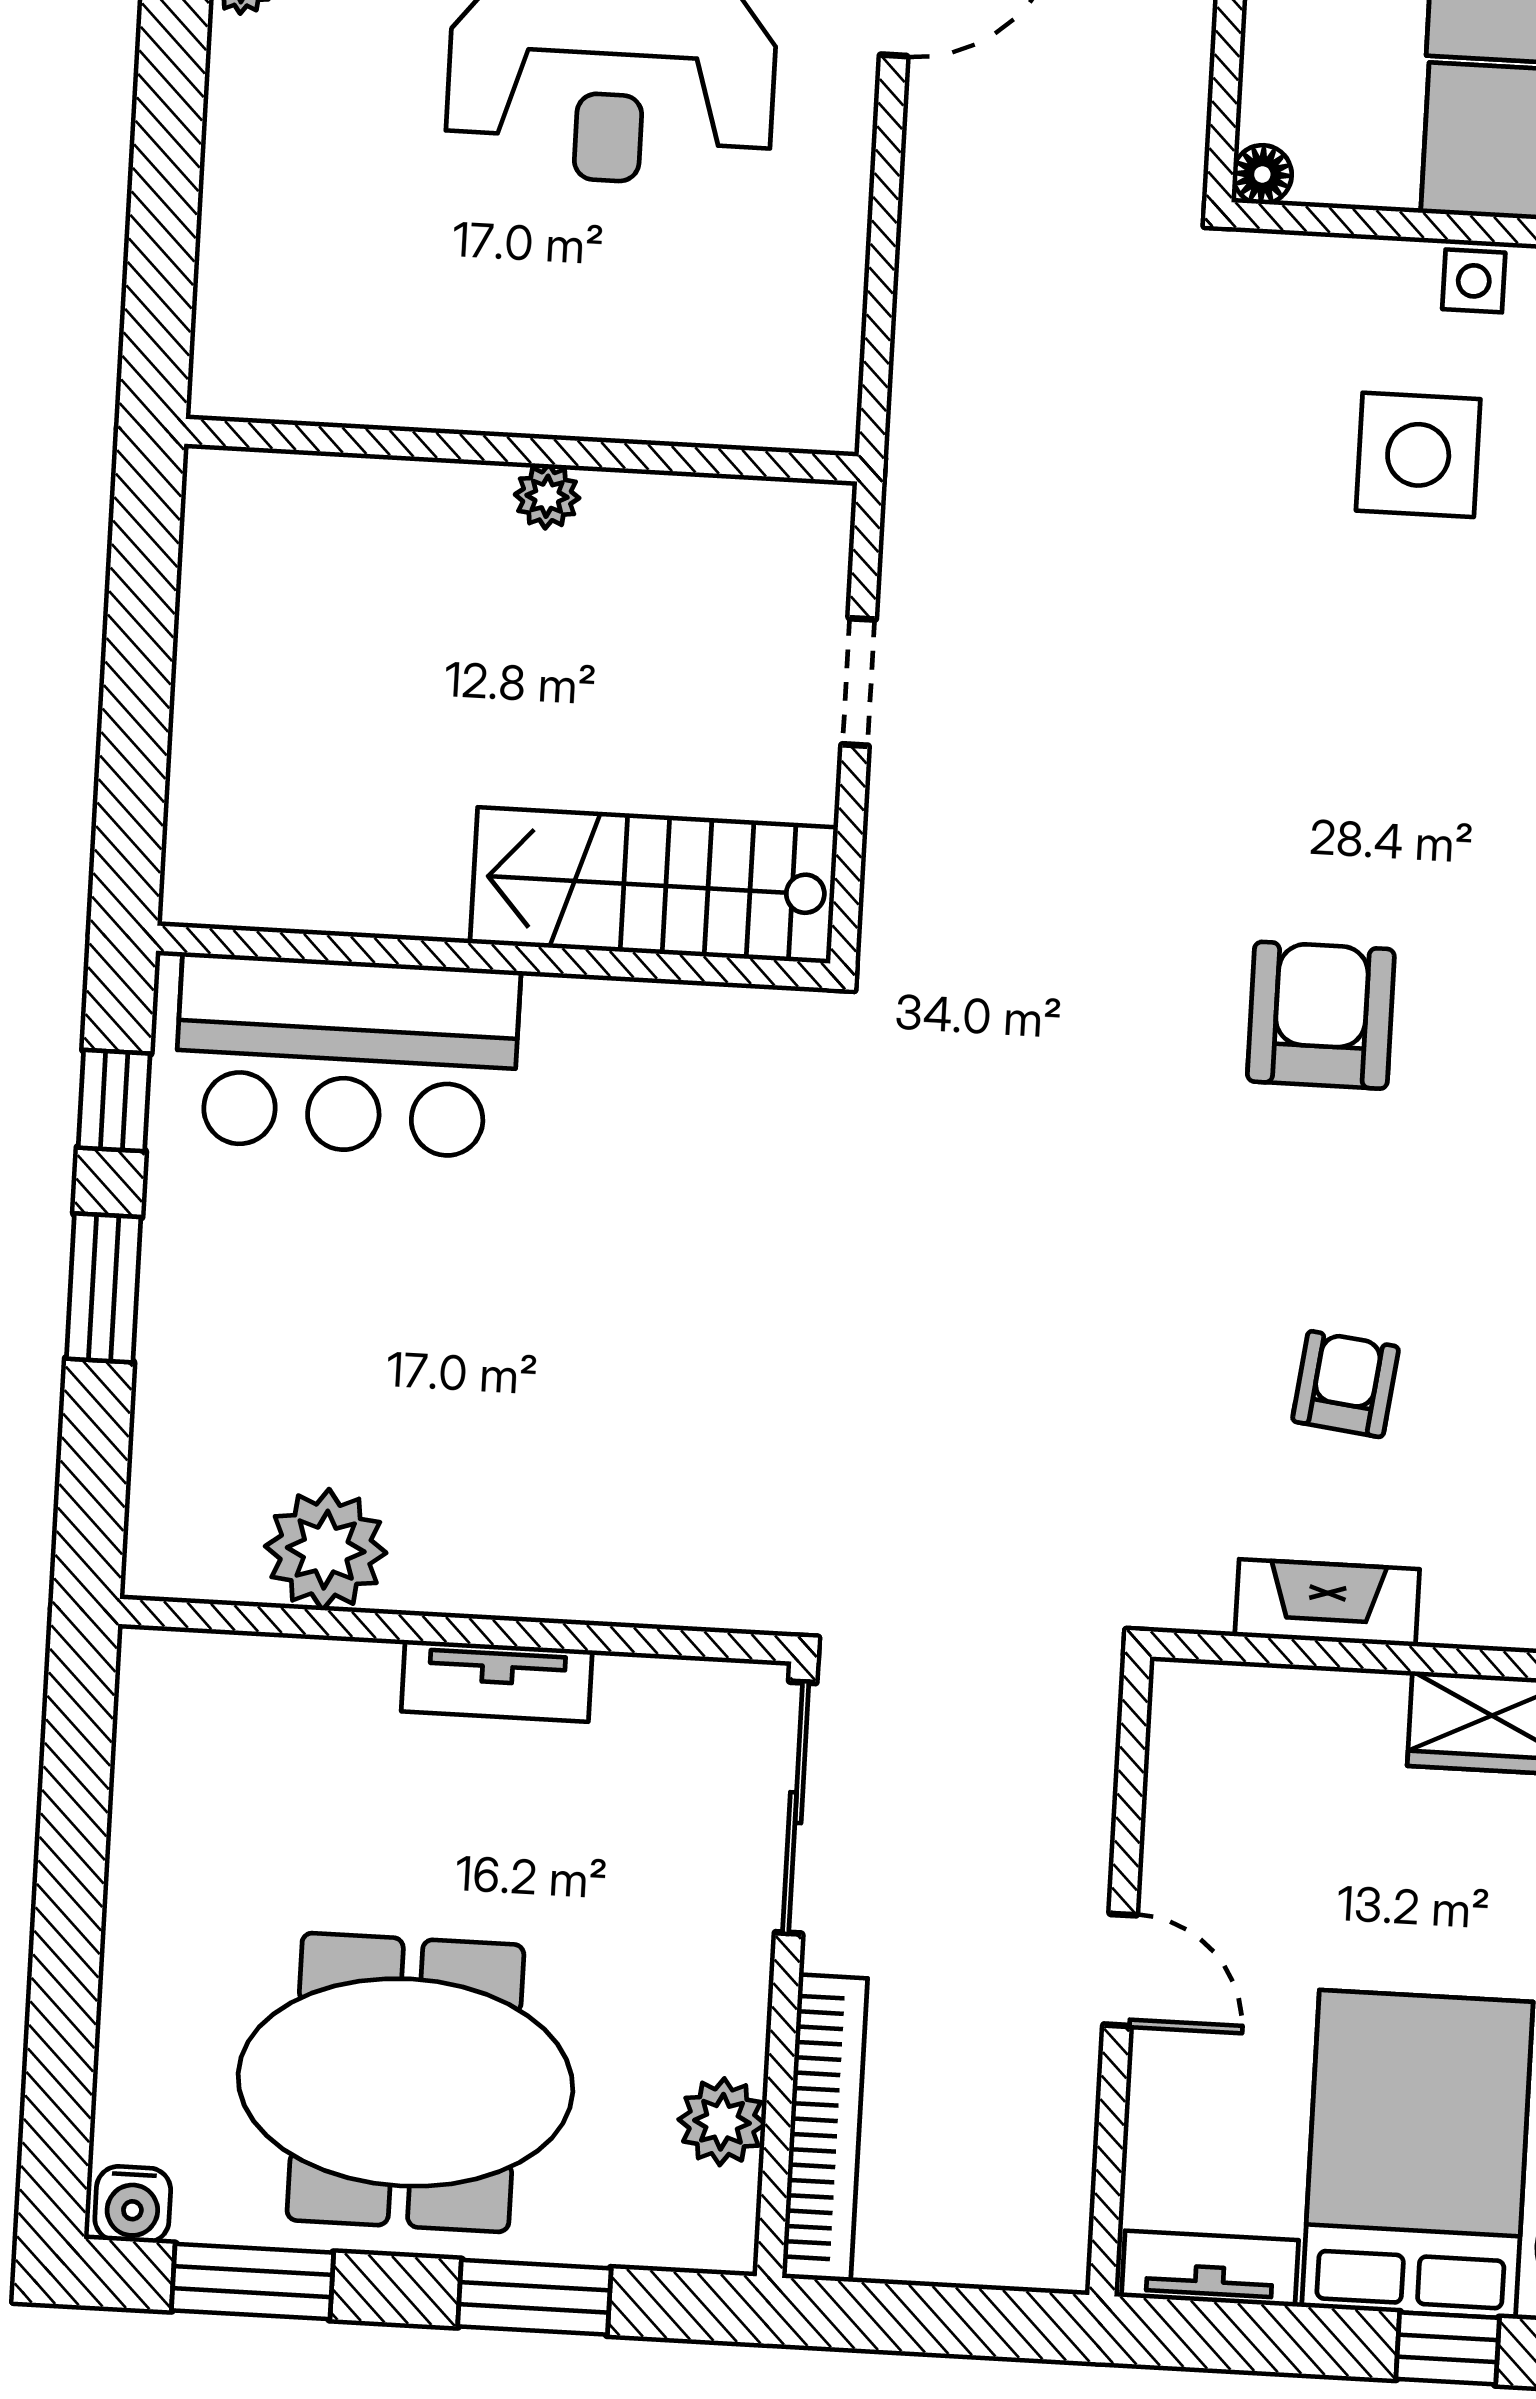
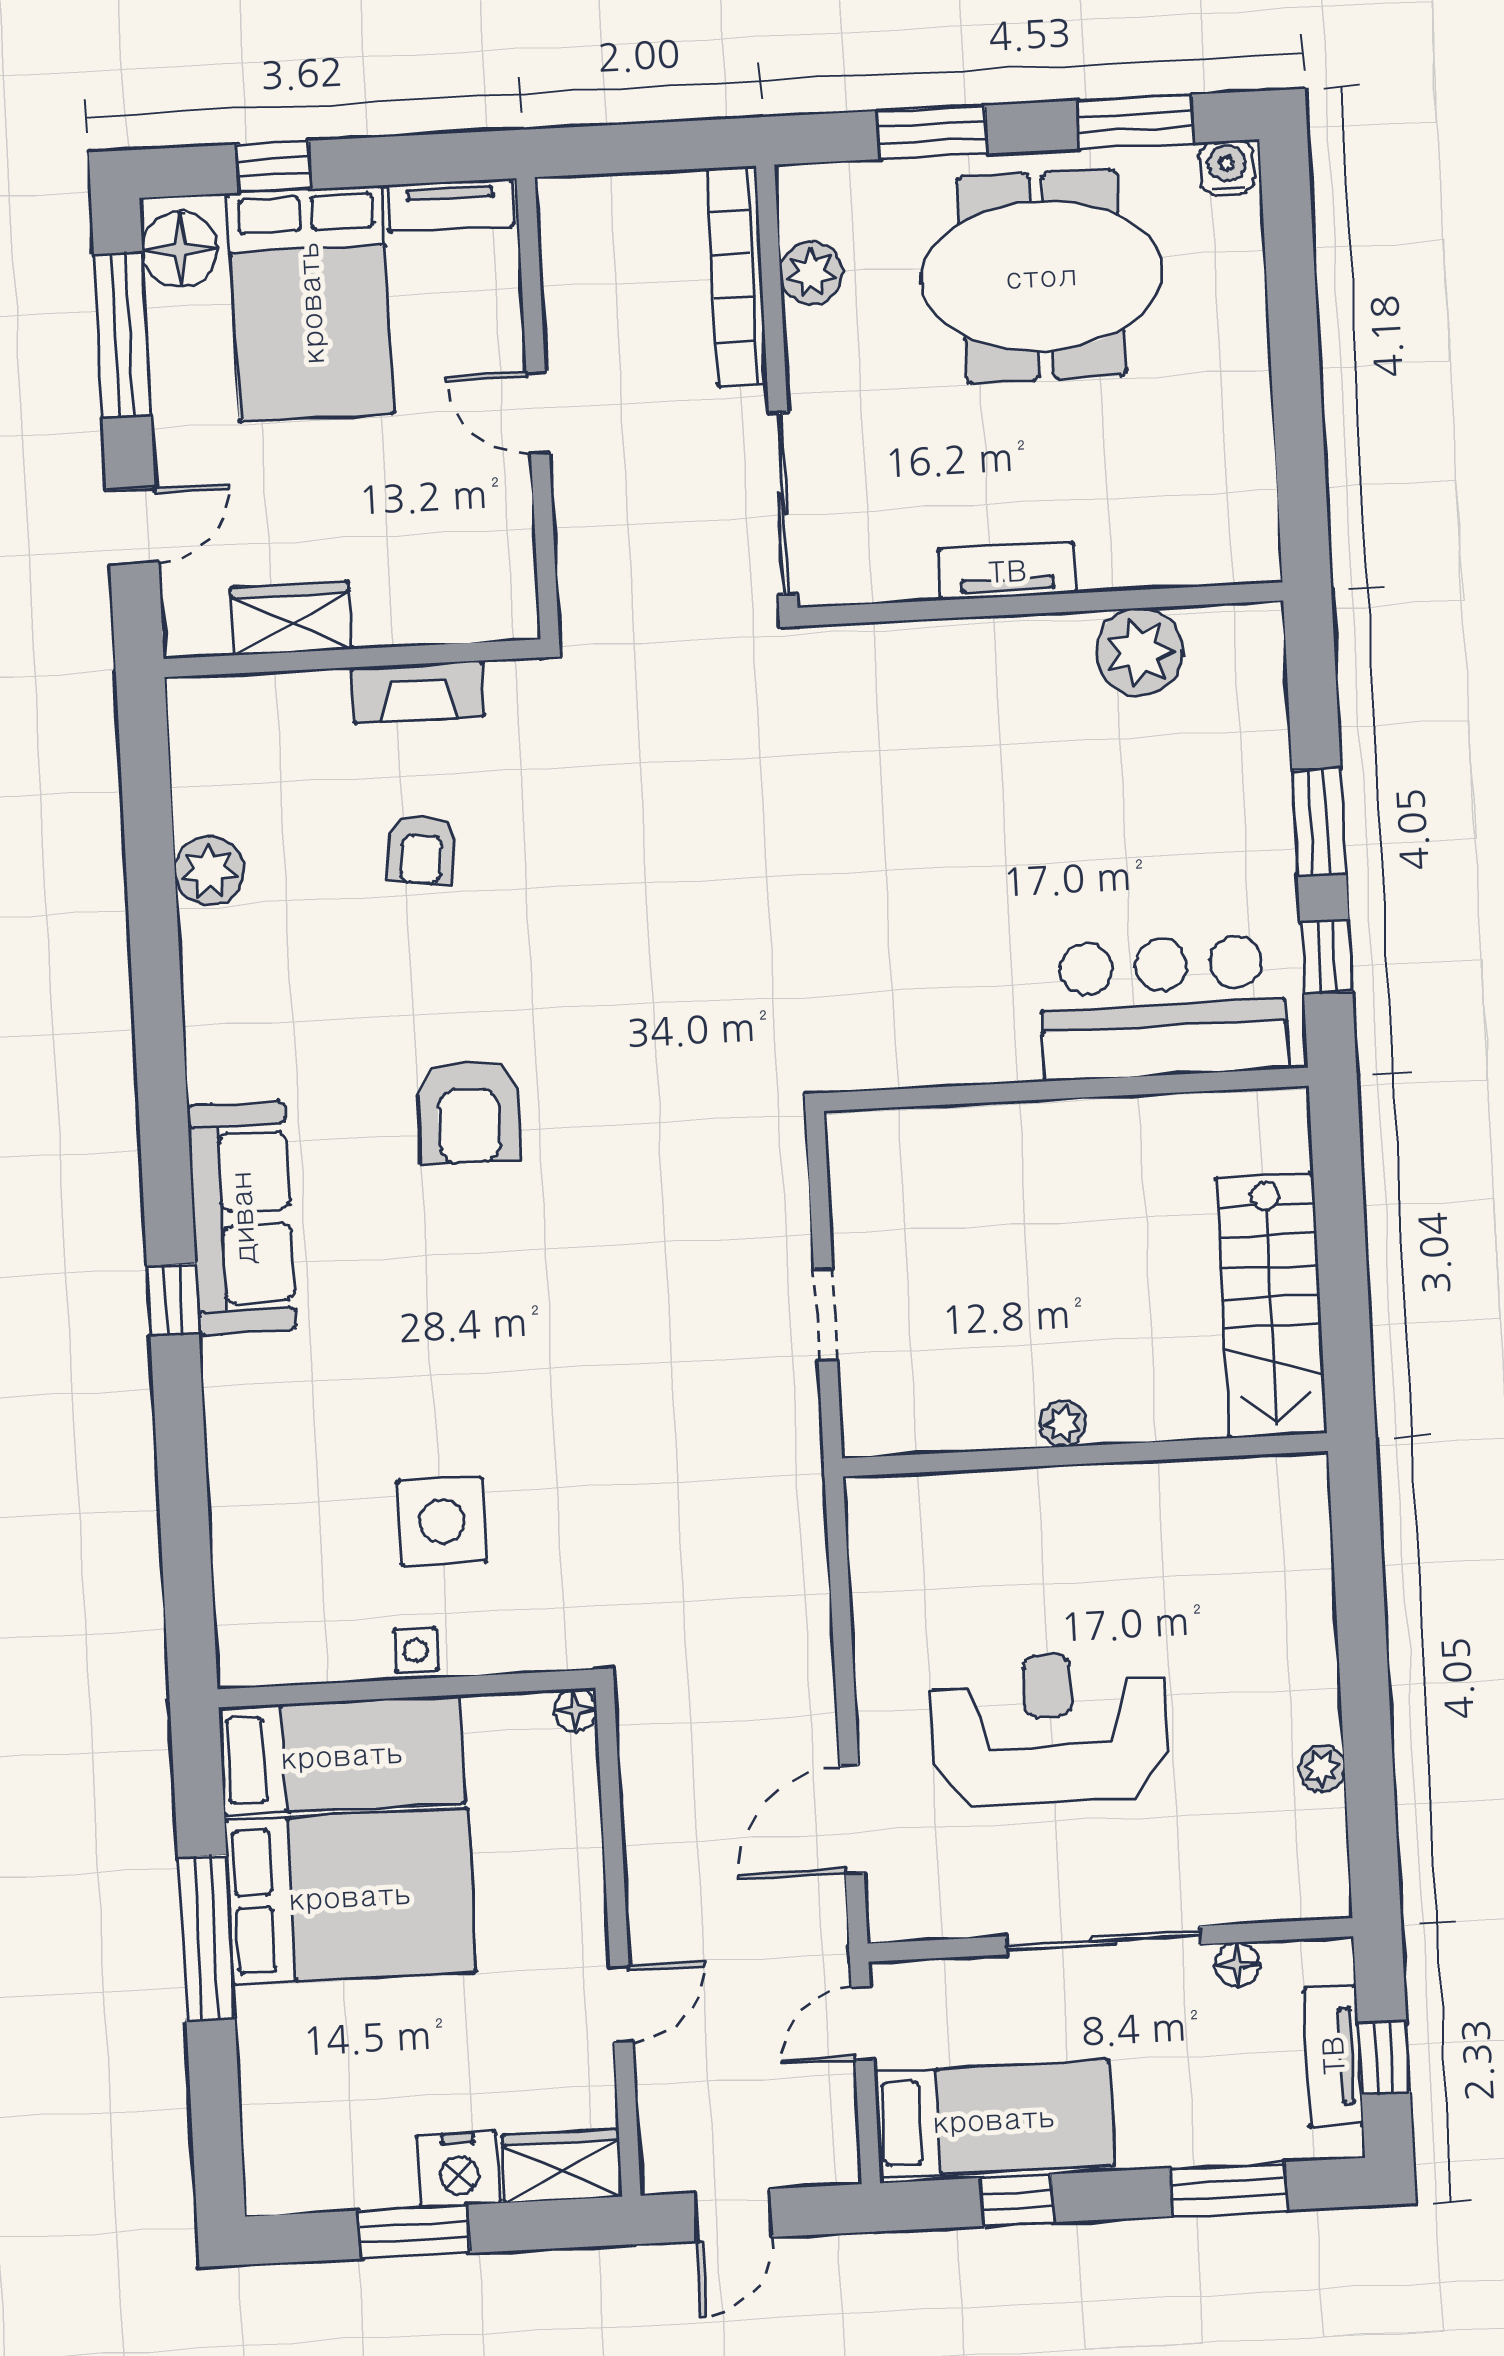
stairs: (654, 885) -> (1271, 1305), moved, turned 90

